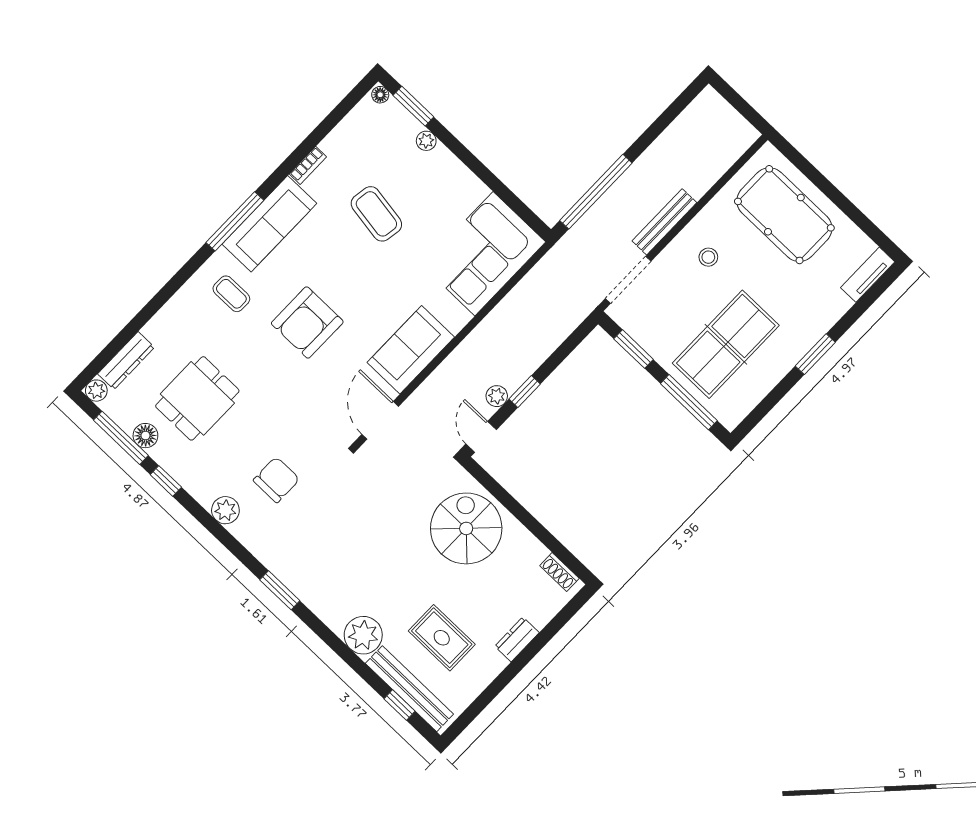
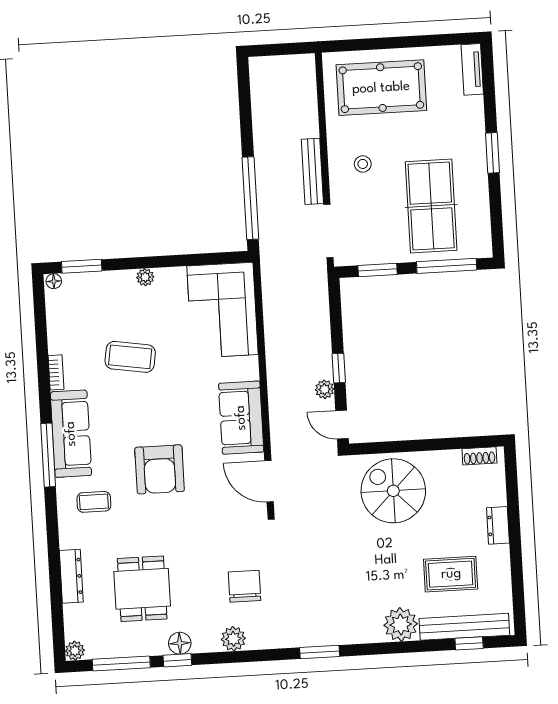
plant: (426, 141) -> (145, 277), moved
dresser: (126, 361) -> (71, 576), moved
floor lamp: (145, 436) -> (180, 643), moved

